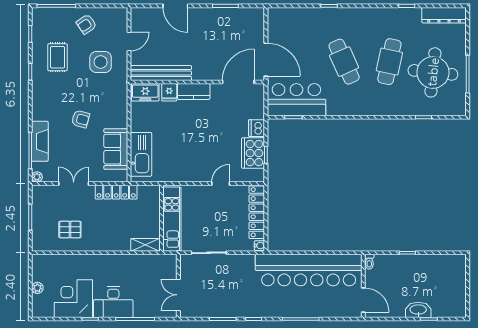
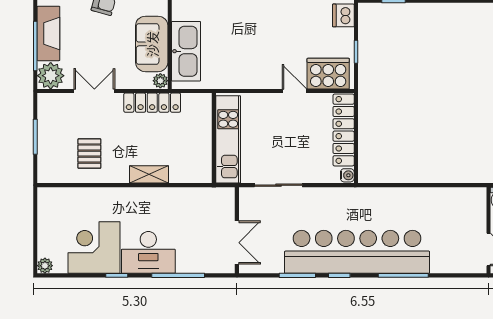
cooker: (253, 153) -> (328, 74), moved, turned 90
plant: (122, 176) -> (160, 81), added
plant: (37, 177) -> (51, 76), width x1.87, depth x1.87
door: (221, 184) -> (294, 91), hinge flipped
pallet: (70, 230) -> (89, 154), turned 90
shelving: (145, 245) -> (149, 174), moved
bar counter: (309, 270) -> (357, 252), moved, turned 180
plant: (37, 288) -> (45, 266), moved
double door: (178, 295) -> (237, 243), swing flipped

